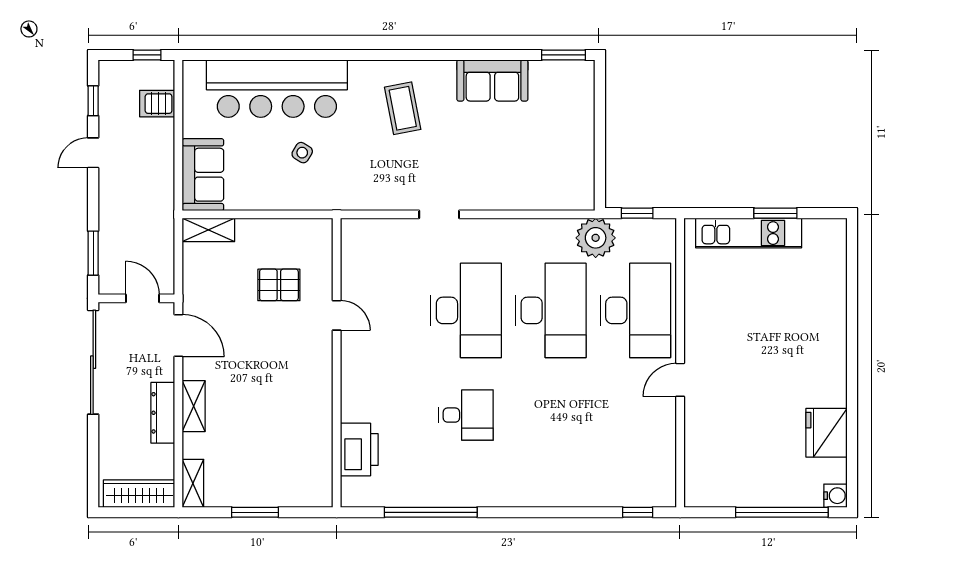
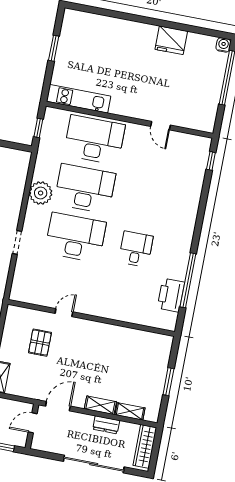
kitchen unit: (749, 233) -> (79, 99), moved, turned -90
plant: (596, 238) -> (41, 193), moved
sliding door: (93, 362) -> (94, 464), moved
door: (680, 380) -> (160, 126), moved
dresser: (163, 413) -> (106, 425), width x0.70
fridge: (826, 433) -> (171, 40), moved
printer: (359, 450) -> (171, 295), moved, turned -90
shelving: (193, 483) -> (130, 411), moved

